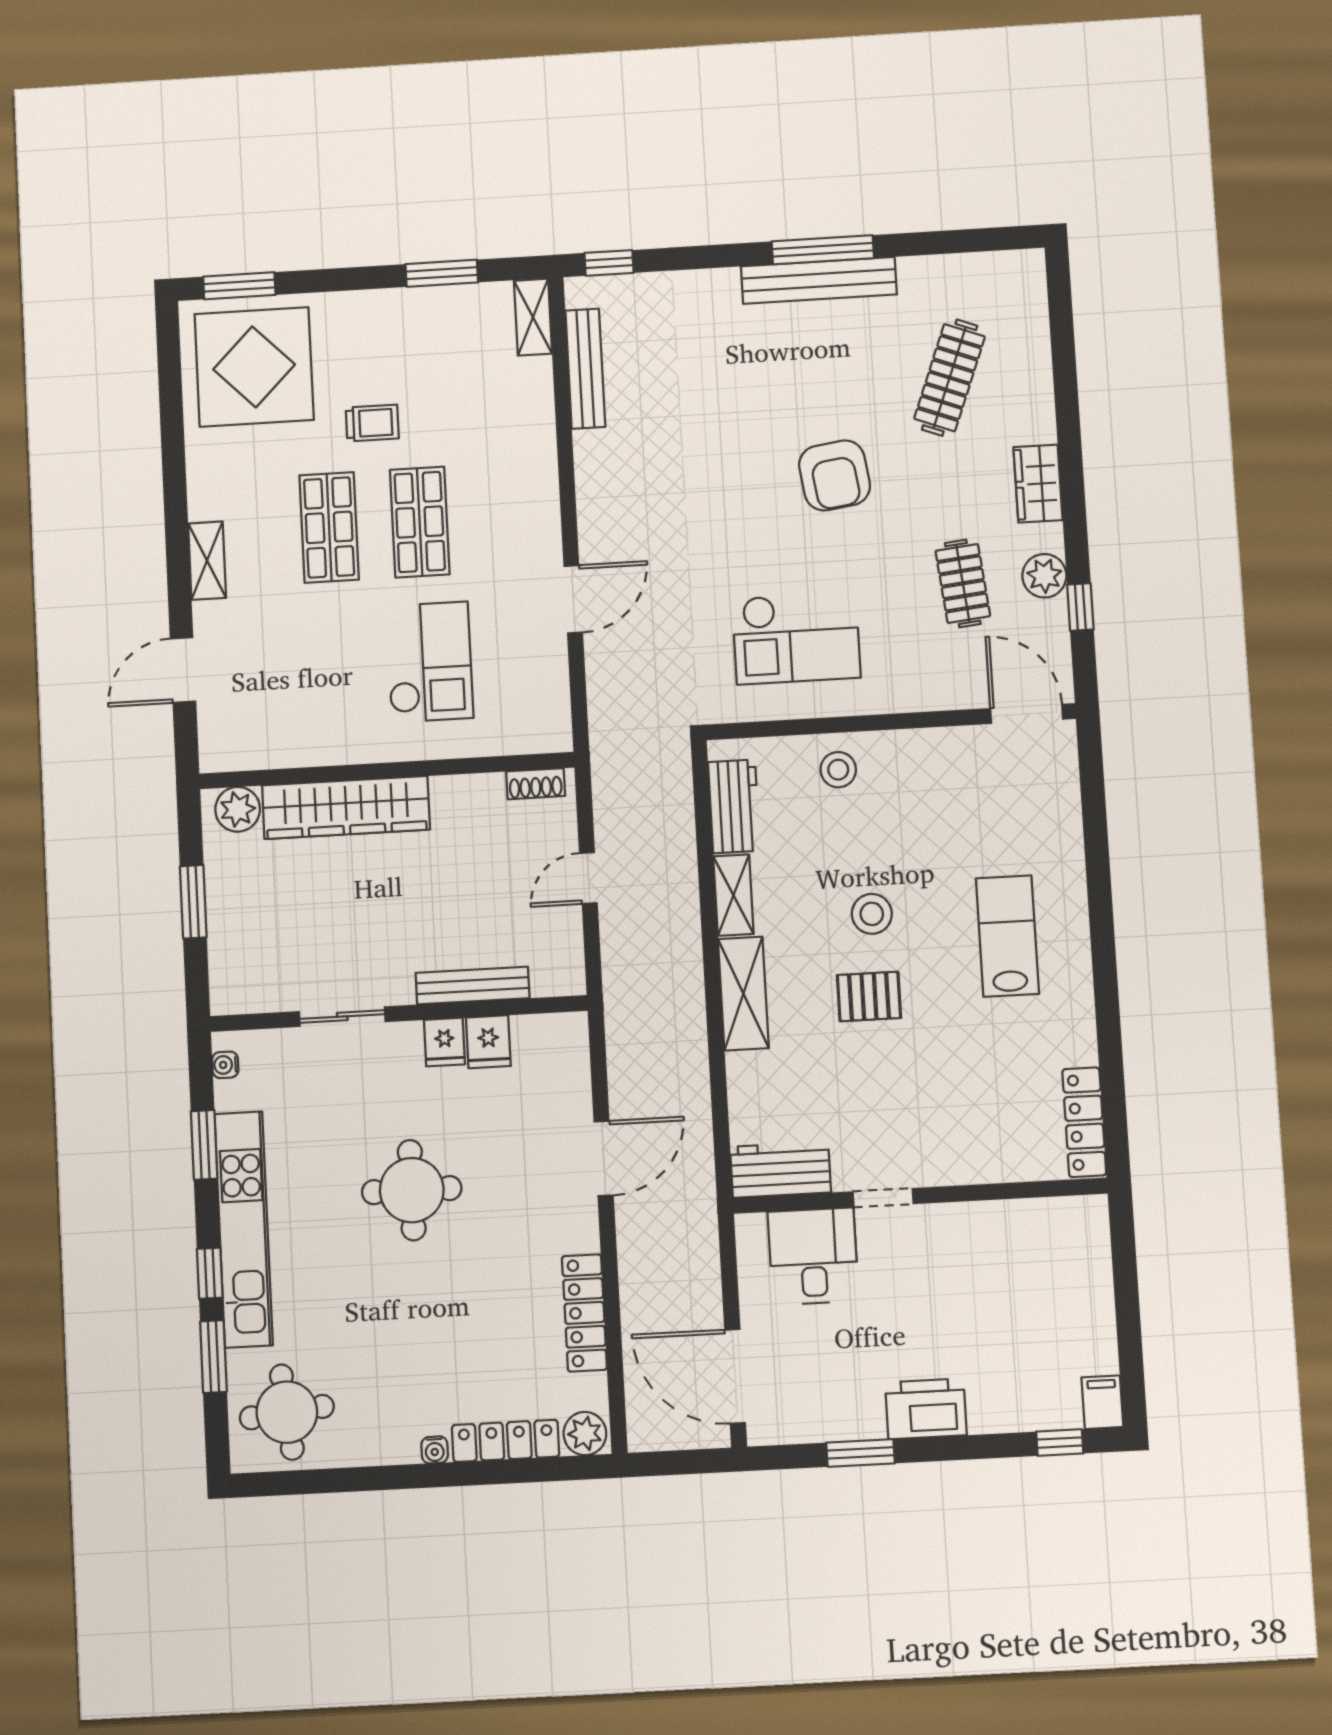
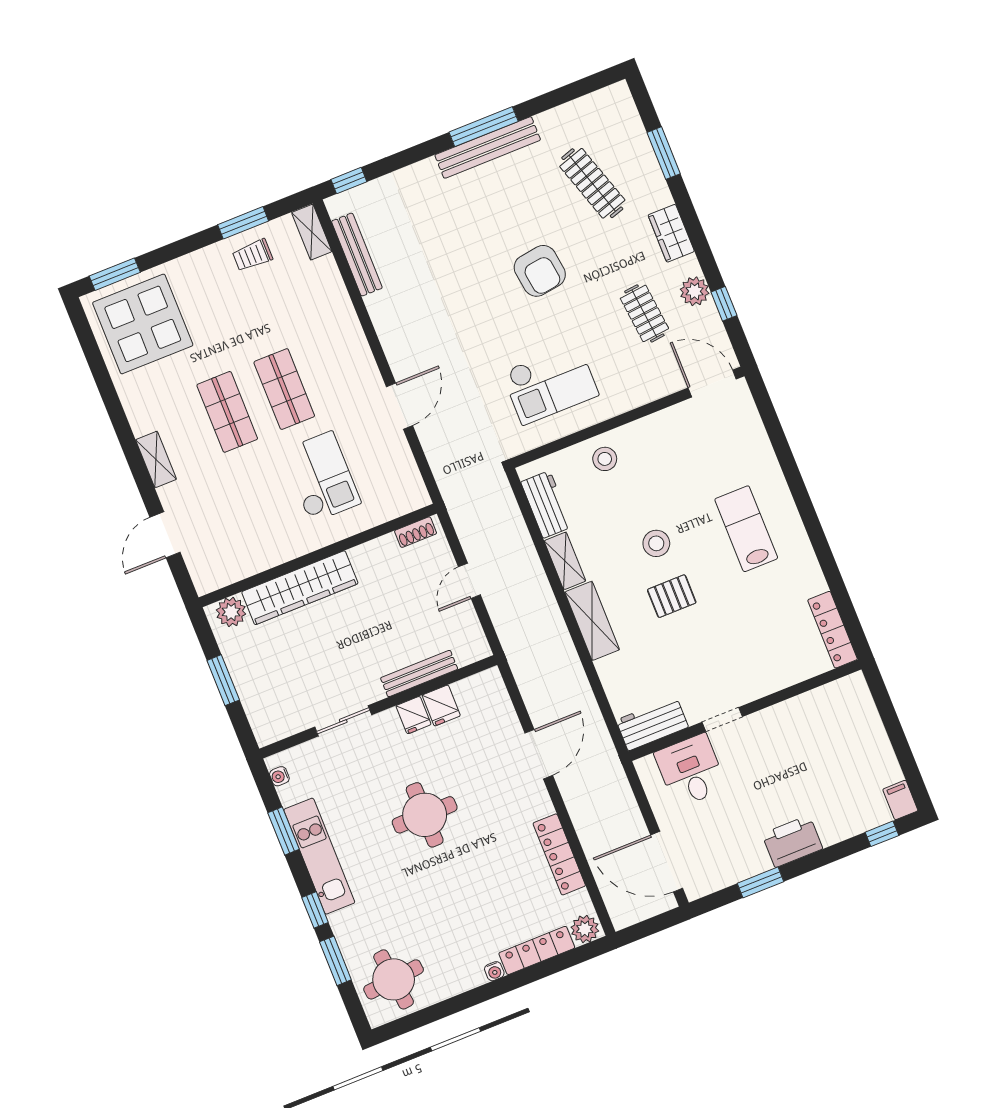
window: (1064, 368) -> (664, 153), added
clothes rail: (950, 378) -> (592, 183), turned -39
trolley: (372, 423) -> (252, 255), moved, turned 180
kitchen unit: (244, 1229) -> (319, 856), width x0.73

